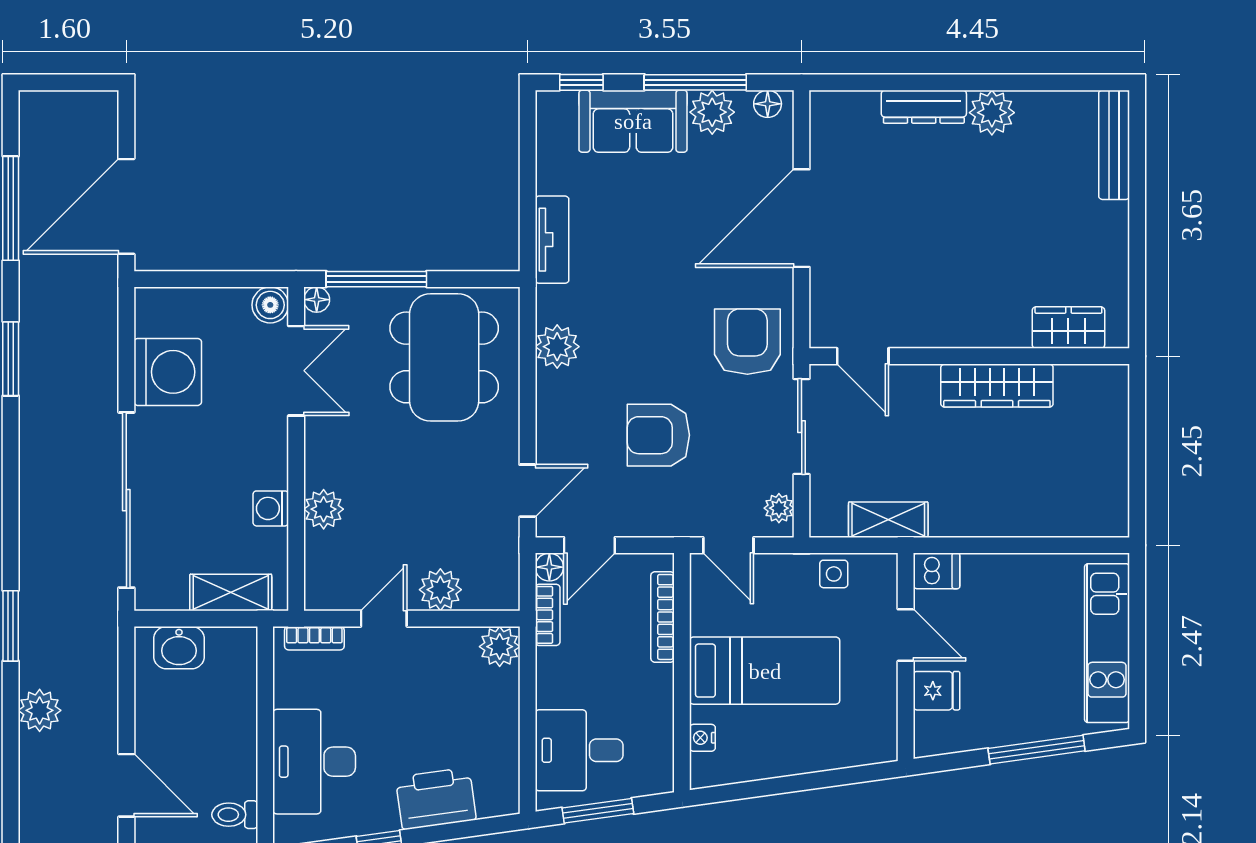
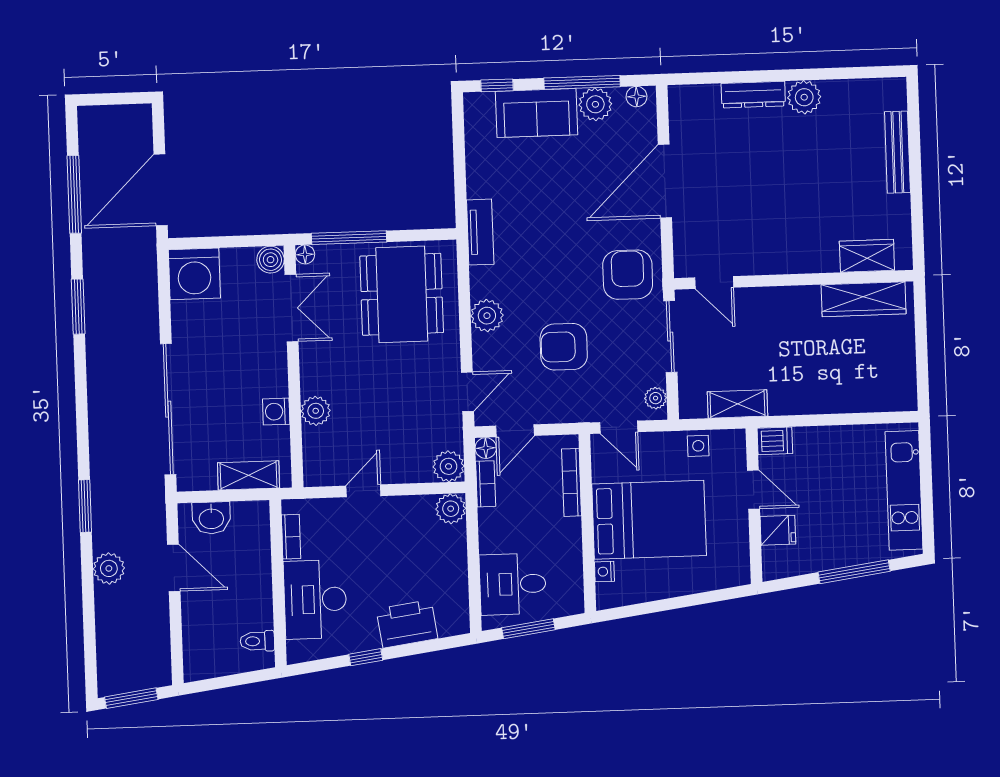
bench: (1114, 145) -> (897, 152), moved
tv unit: (552, 240) -> (480, 232), moved
plant: (557, 347) -> (487, 316), moved
washing machine: (168, 372) -> (194, 274), moved, turned 90
wardrobe: (997, 386) -> (864, 299), moved
plant: (440, 590) -> (449, 466), moved
bookcase: (314, 638) -> (291, 537), moved, turned -90
bed: (765, 671) -> (649, 520), width x1.50
door: (126, 785) -> (174, 568), moved

